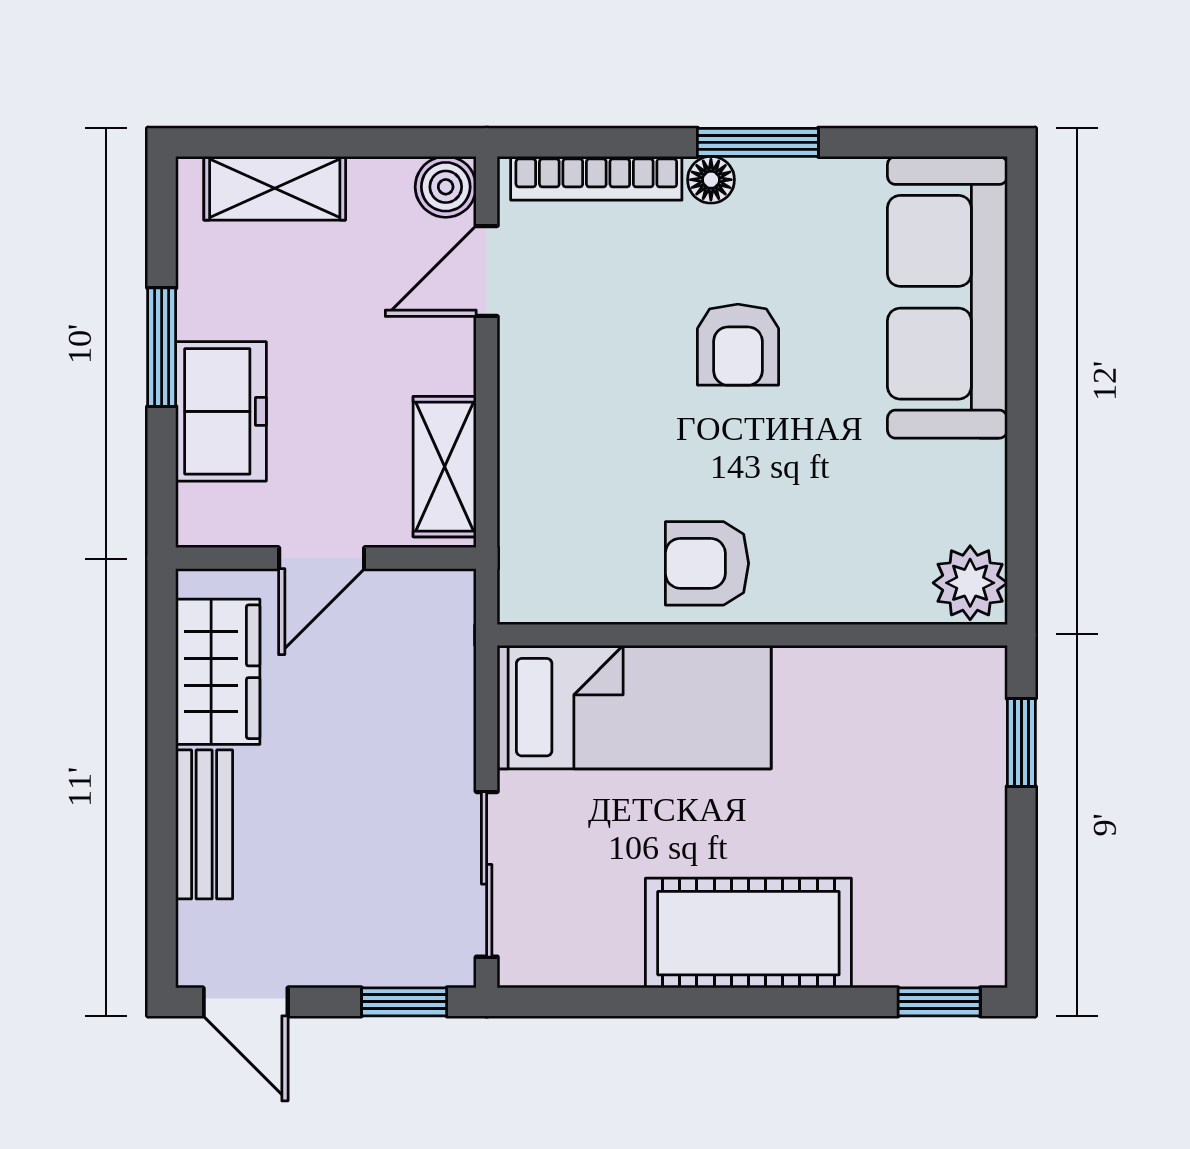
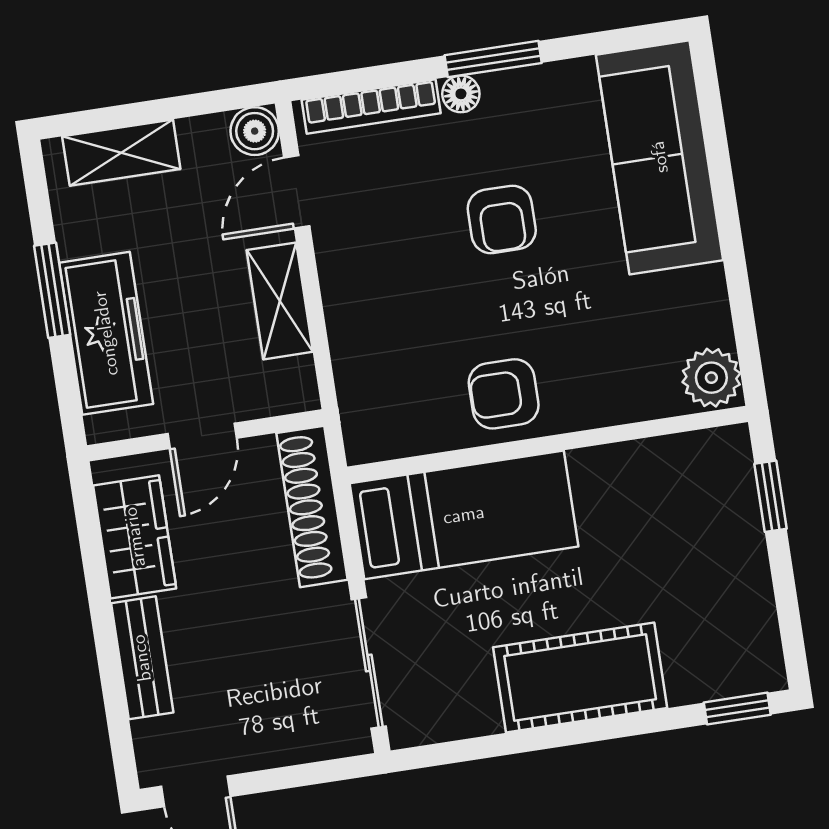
freezer: (221, 411) -> (106, 333), width x1.40
shelving: (445, 467) -> (280, 301), moved
shoe rack: (446, 667) -> (312, 506), added
window: (404, 1002) -> (320, 772), removed

